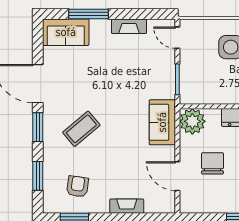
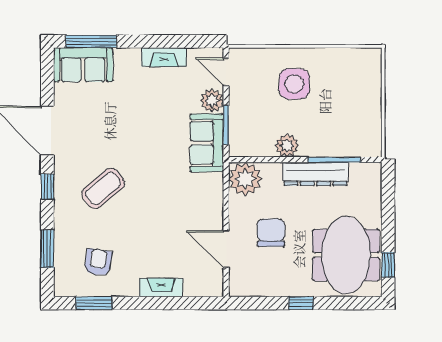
window: (89, 14) -> (91, 41), moved
plant: (166, 60) -> (212, 101), added
plant: (225, 95) -> (287, 146), added
sofa: (162, 122) -> (207, 143), moved
window: (38, 127) -> (47, 186), width x0.67

